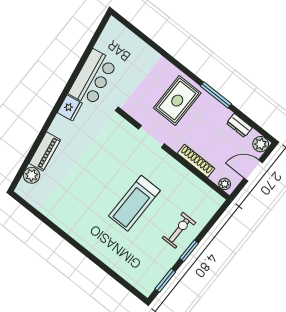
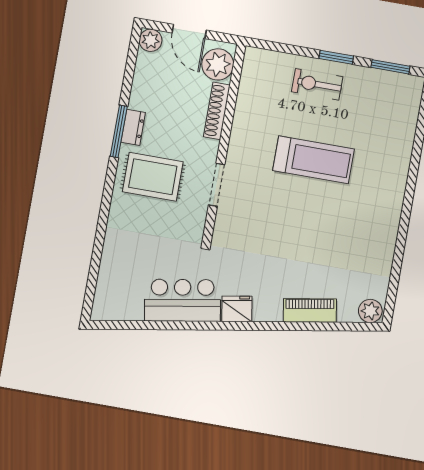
dresser: (239, 125) -> (133, 127), moved
plant: (32, 175) -> (370, 311), moved
plant: (225, 184) -> (218, 64), width x1.88, depth x1.88

